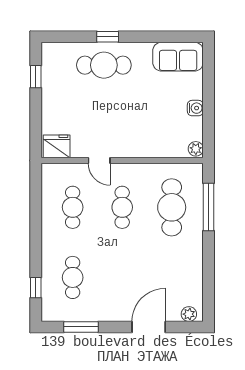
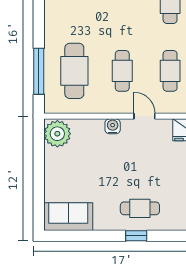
cafe table: (104, 65) -> (140, 208), width x0.73, depth x0.74
water cooler: (195, 108) -> (113, 126), moved, turned 90
plant: (196, 149) -> (57, 134), width x1.88, depth x1.88

